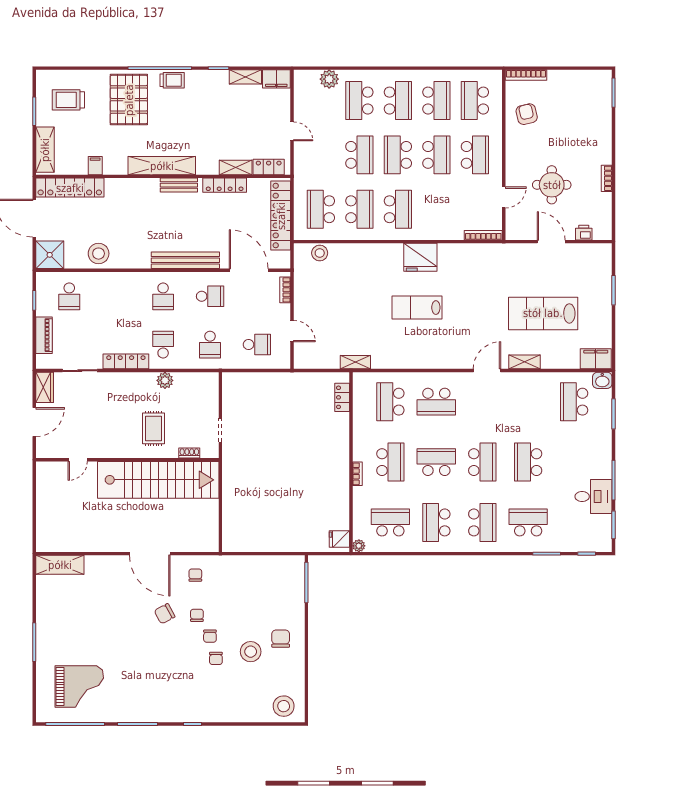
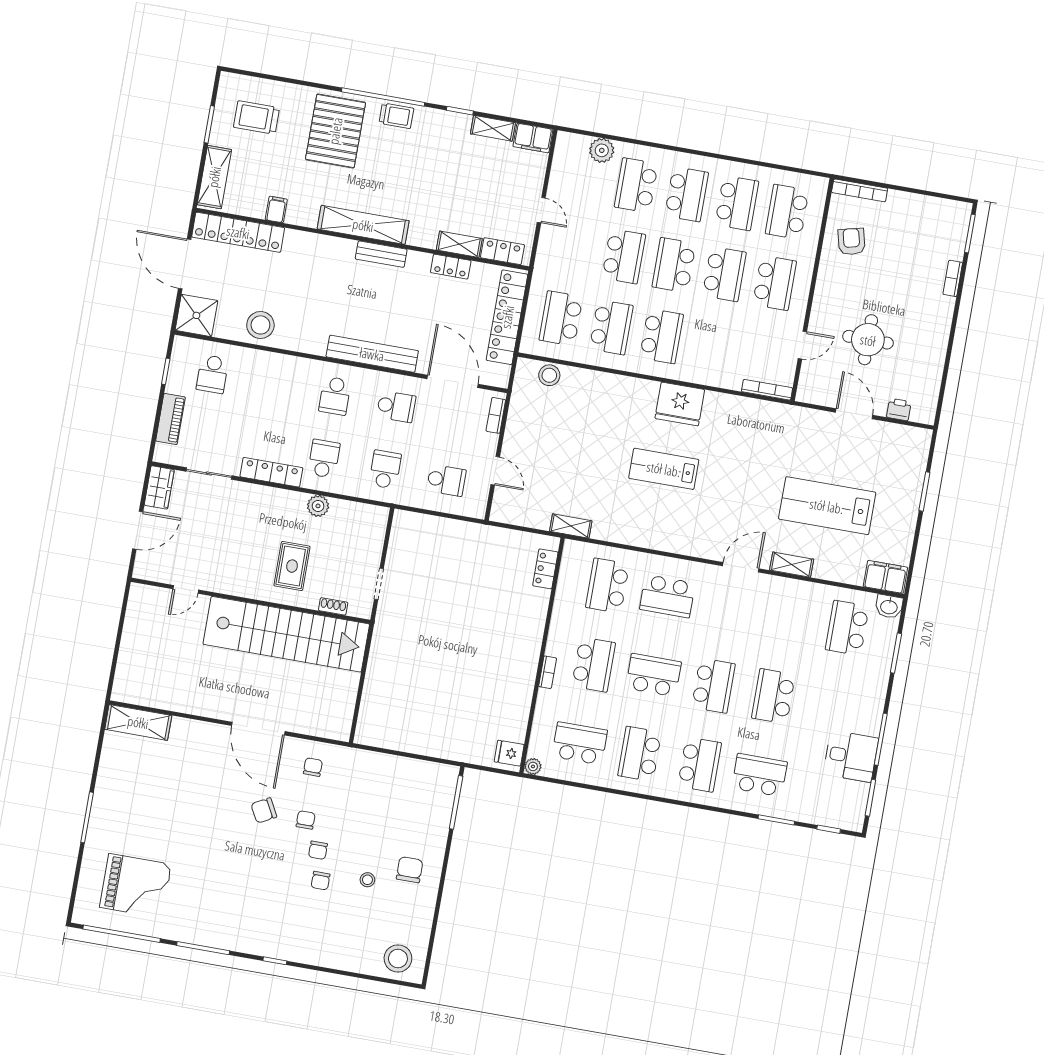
bookcase: (607, 178) -> (953, 278), moved
locker: (225, 185) -> (451, 267), width x0.66
school desk: (210, 345) -> (385, 470), turned 180
stool: (251, 652) -> (367, 880), width x0.53, depth x0.53

